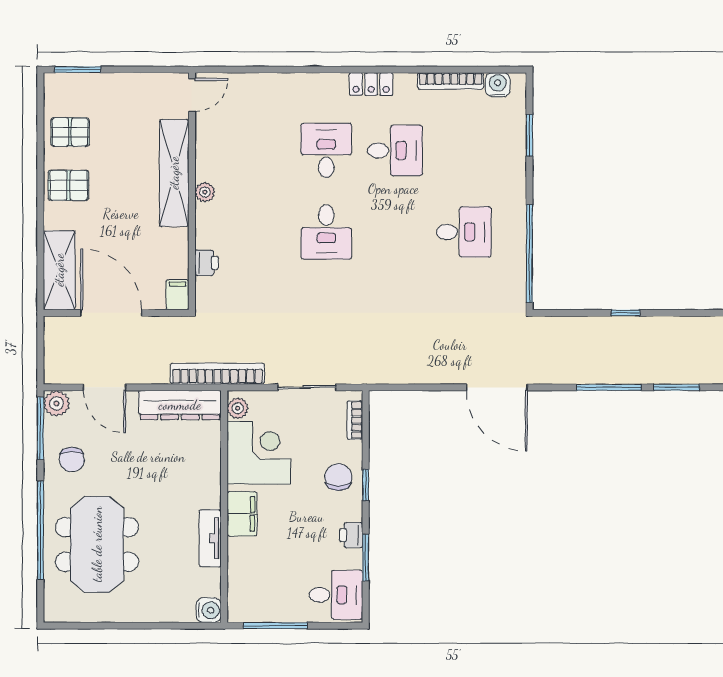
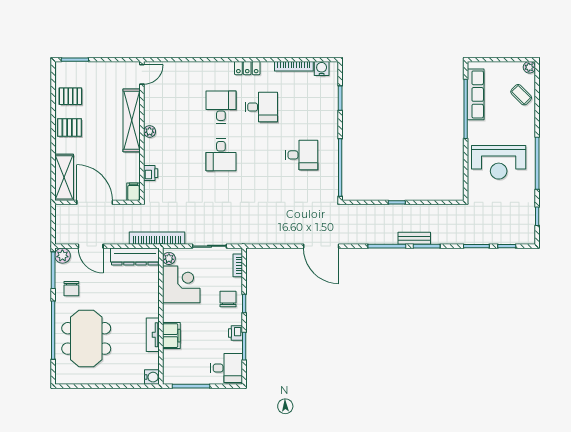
bench: (655, 374) -> (414, 238), added
filing cabinet: (242, 514) -> (171, 336), moved

